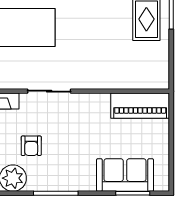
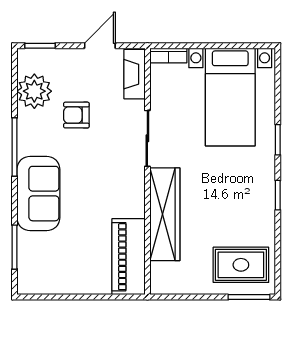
wardrobe: (108, 78) -> (165, 214), added
sofa: (125, 175) -> (38, 194), moved

